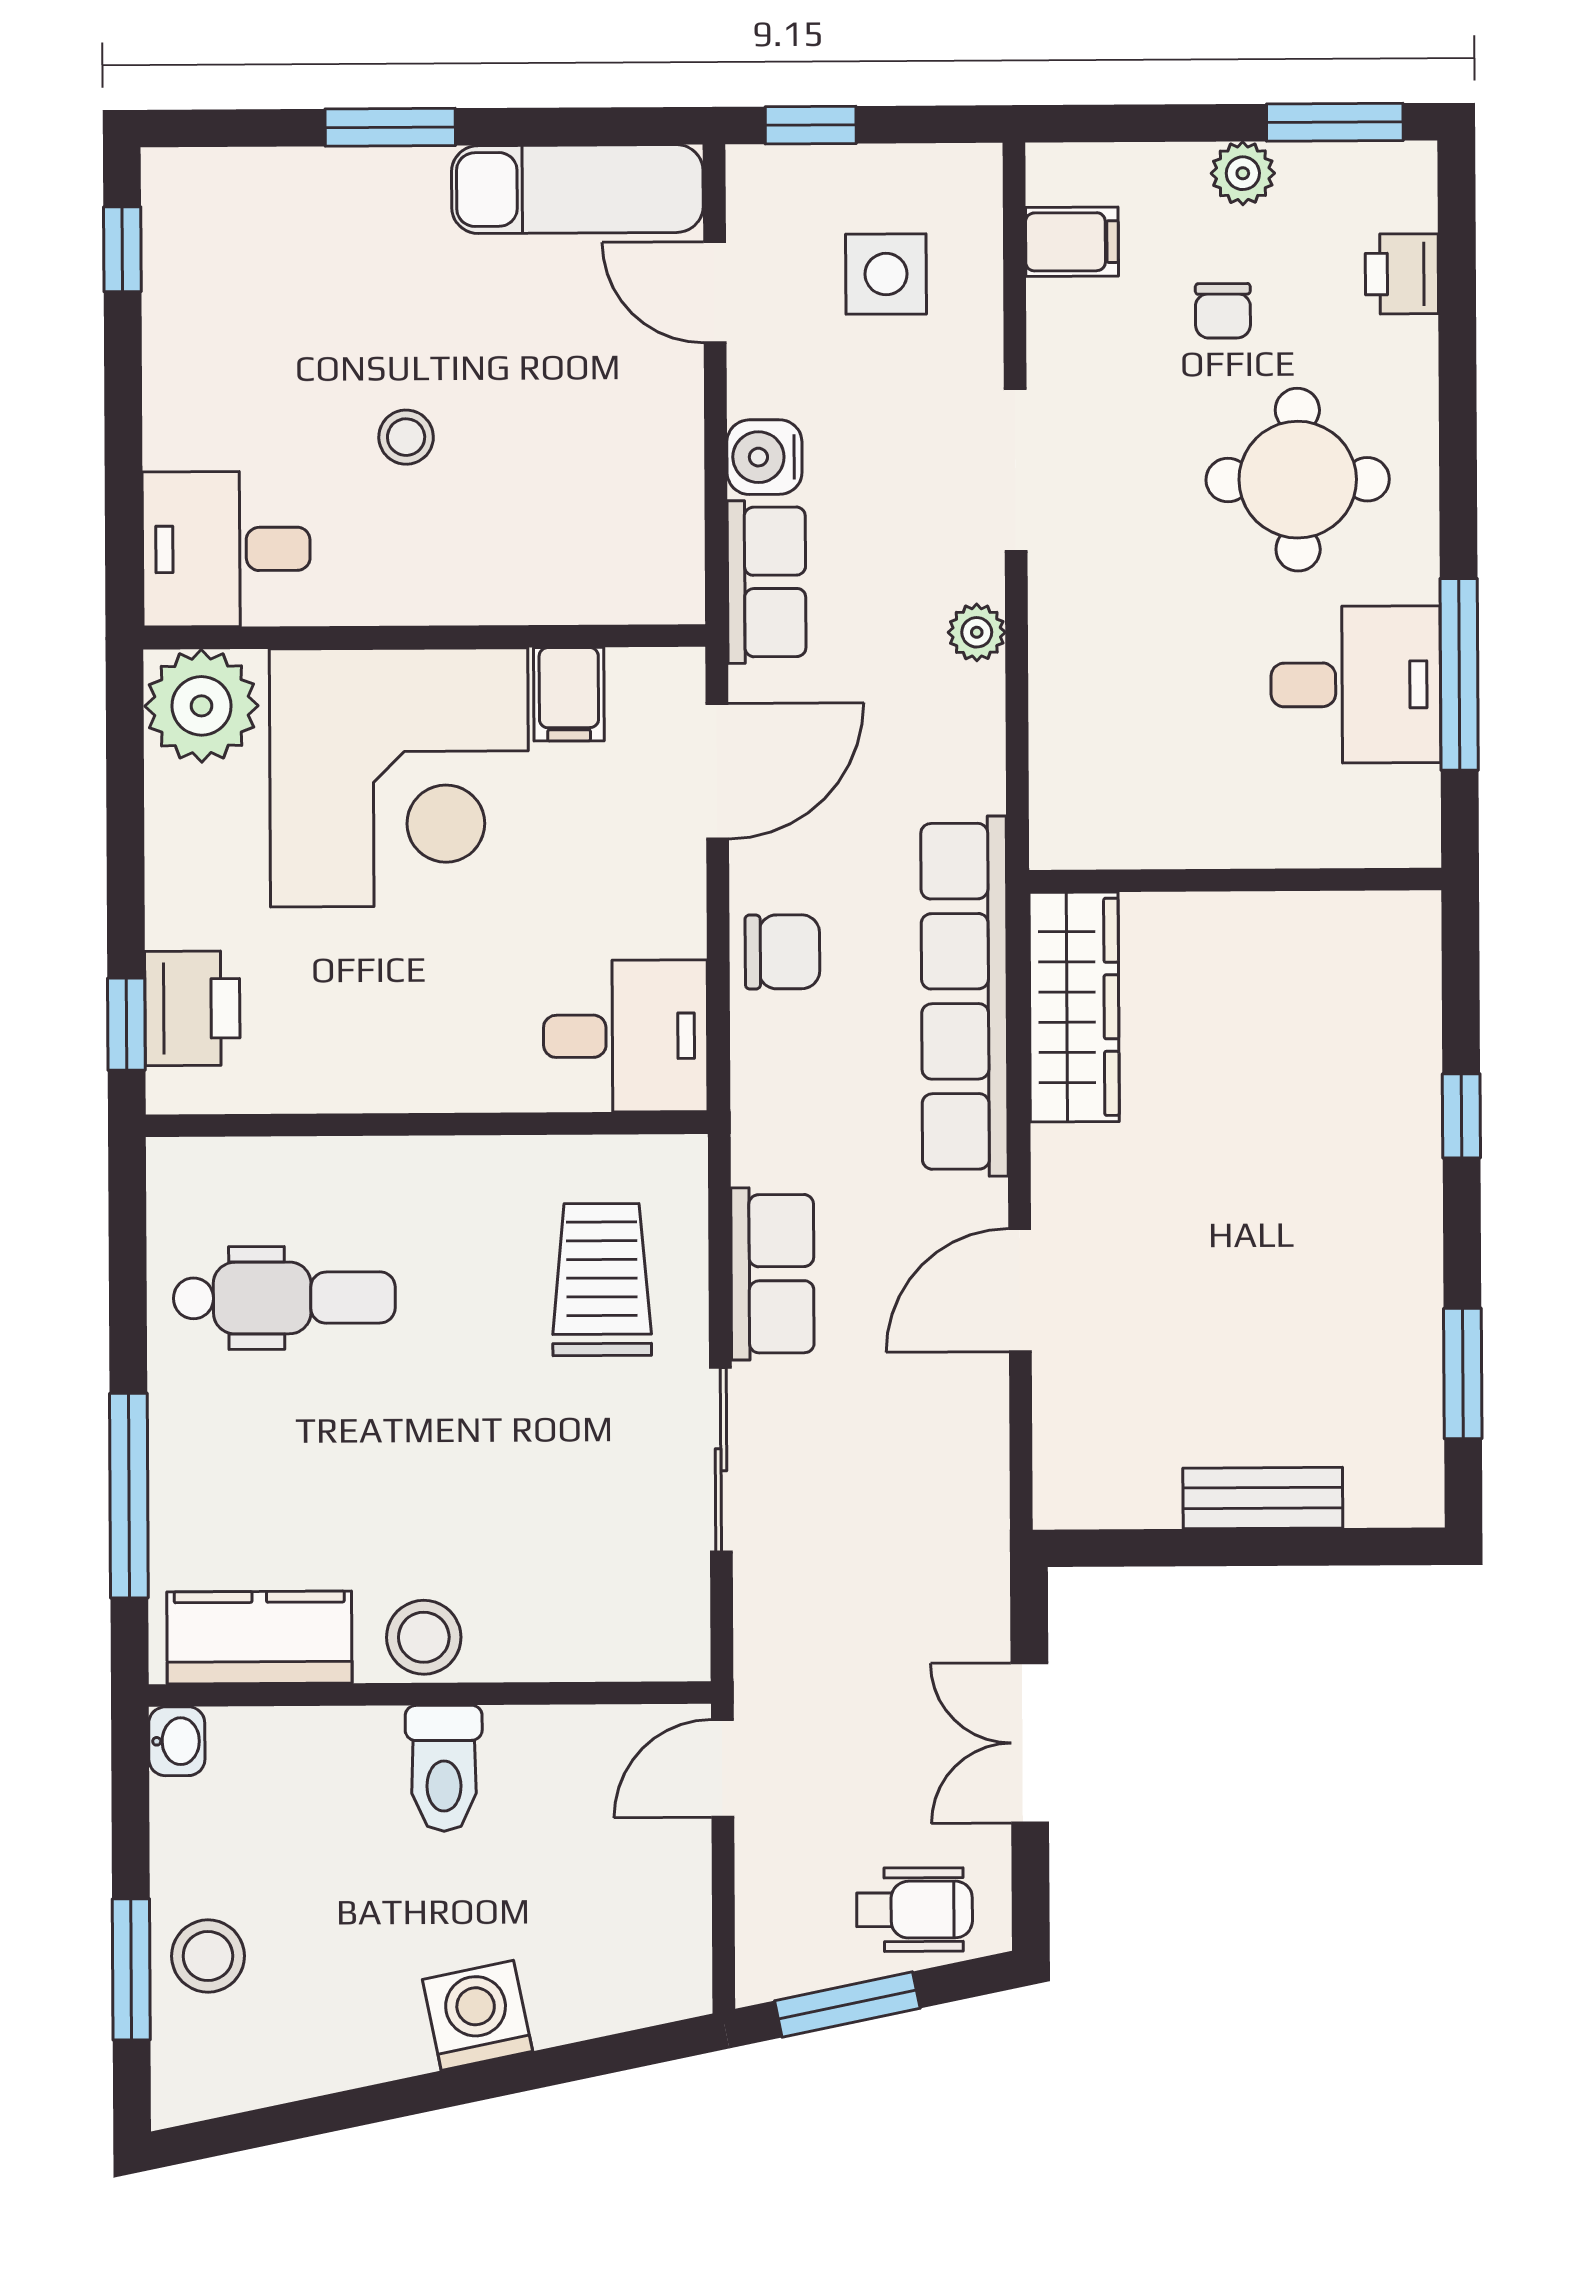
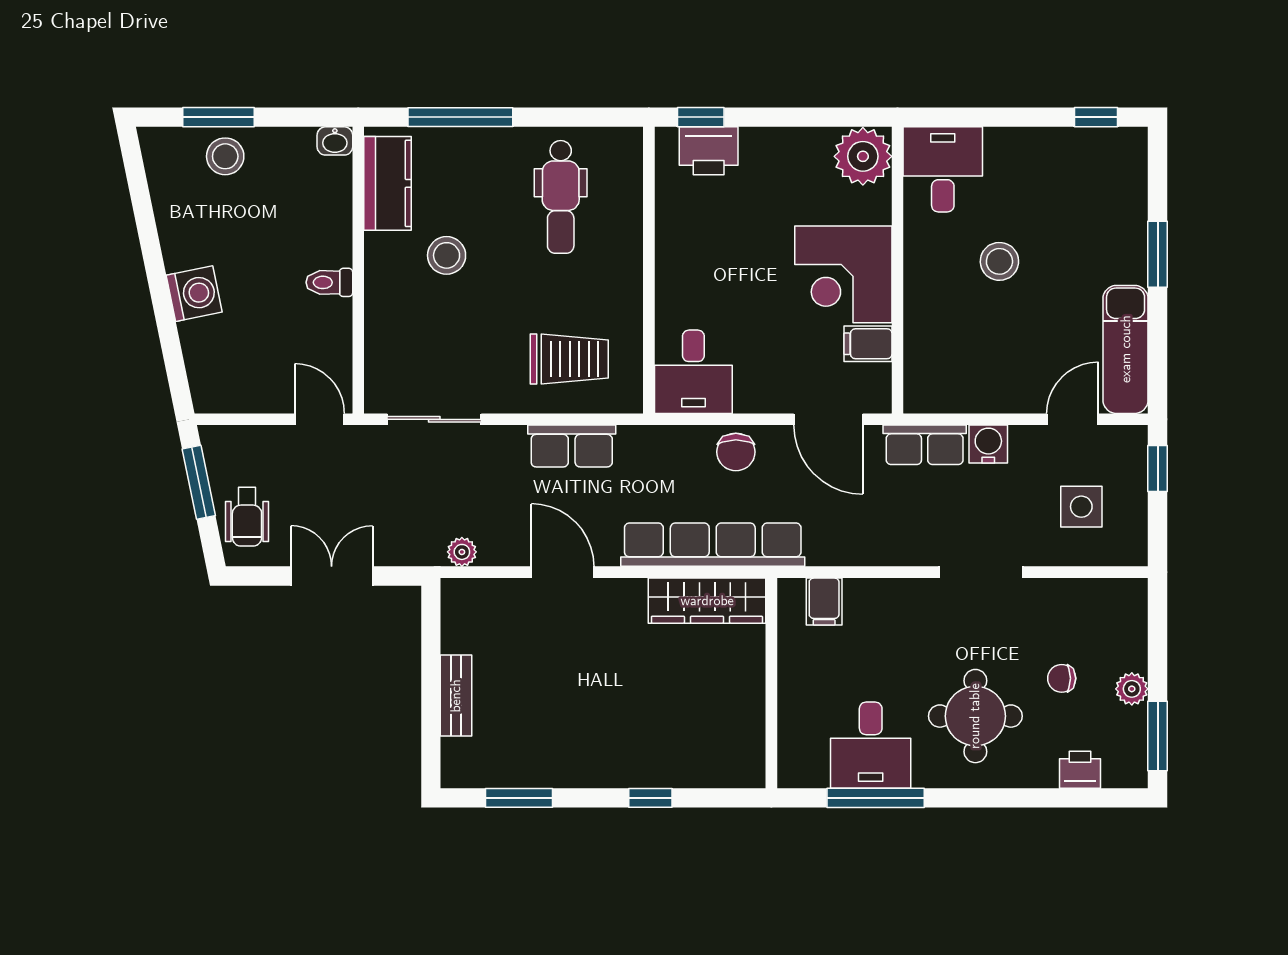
filing cabinet: (1072, 242) -> (824, 602), moved
stool: (406, 437) -> (999, 261), width x1.37, depth x1.37
plant: (977, 632) -> (462, 552), moved
corner desk: (399, 777) -> (843, 274), width x0.74, depth x0.74
sliding door: (721, 1460) -> (434, 419), moved
stool: (424, 1637) -> (447, 255), moved
toilet: (444, 1768) -> (329, 282), width x0.73, depth x0.72

